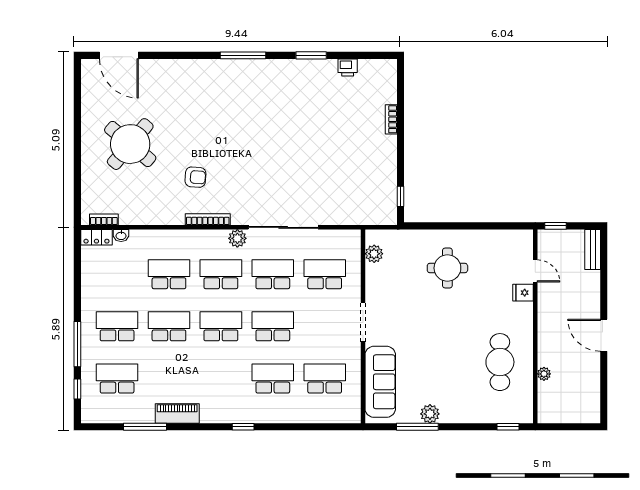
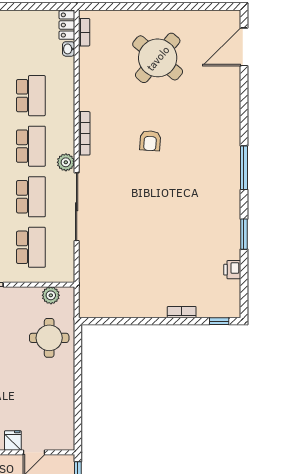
armchair: (195, 177) -> (150, 141), moved
window: (401, 196) -> (219, 321), moved
round table: (447, 268) -> (49, 338), moved

